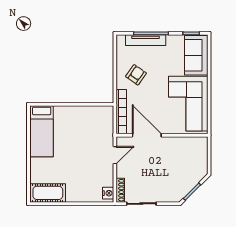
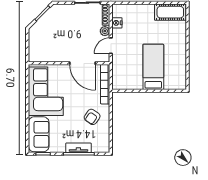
tv unit: (146, 40) -> (78, 148), width x0.71
bed: (42, 131) -> (153, 67), moved
plant: (122, 172) -> (105, 31), added
nightstand: (108, 193) -> (117, 23), moved

